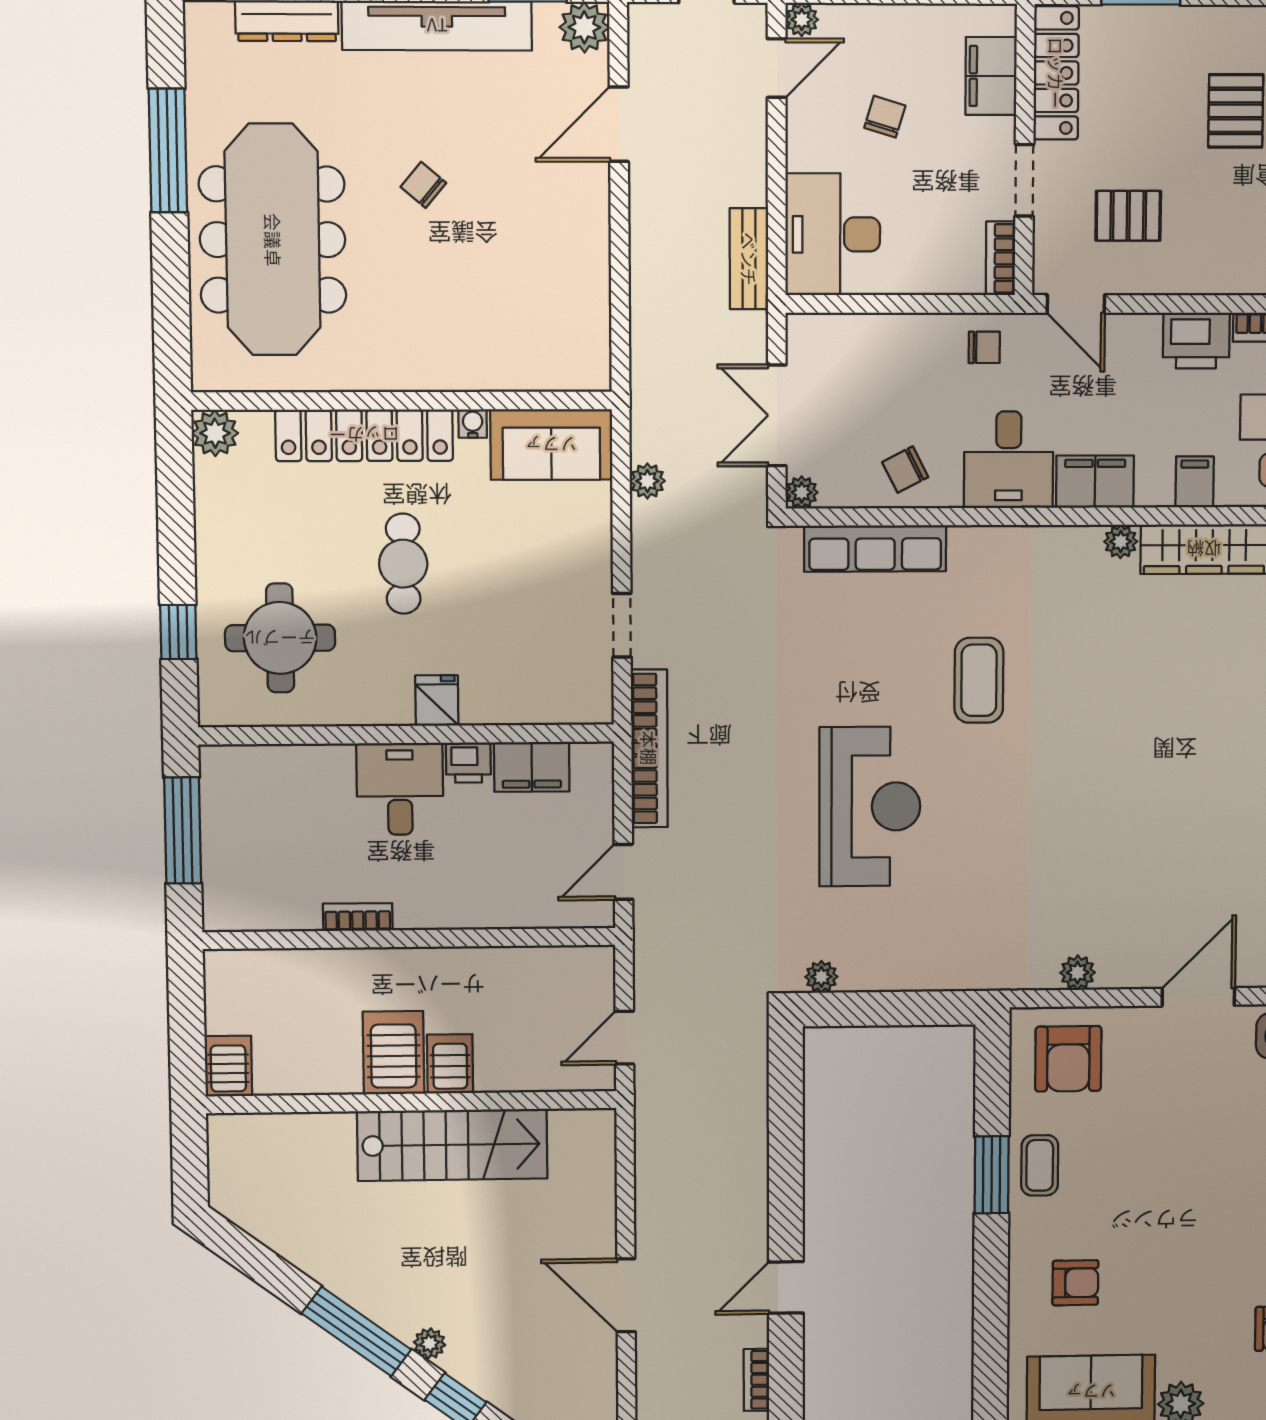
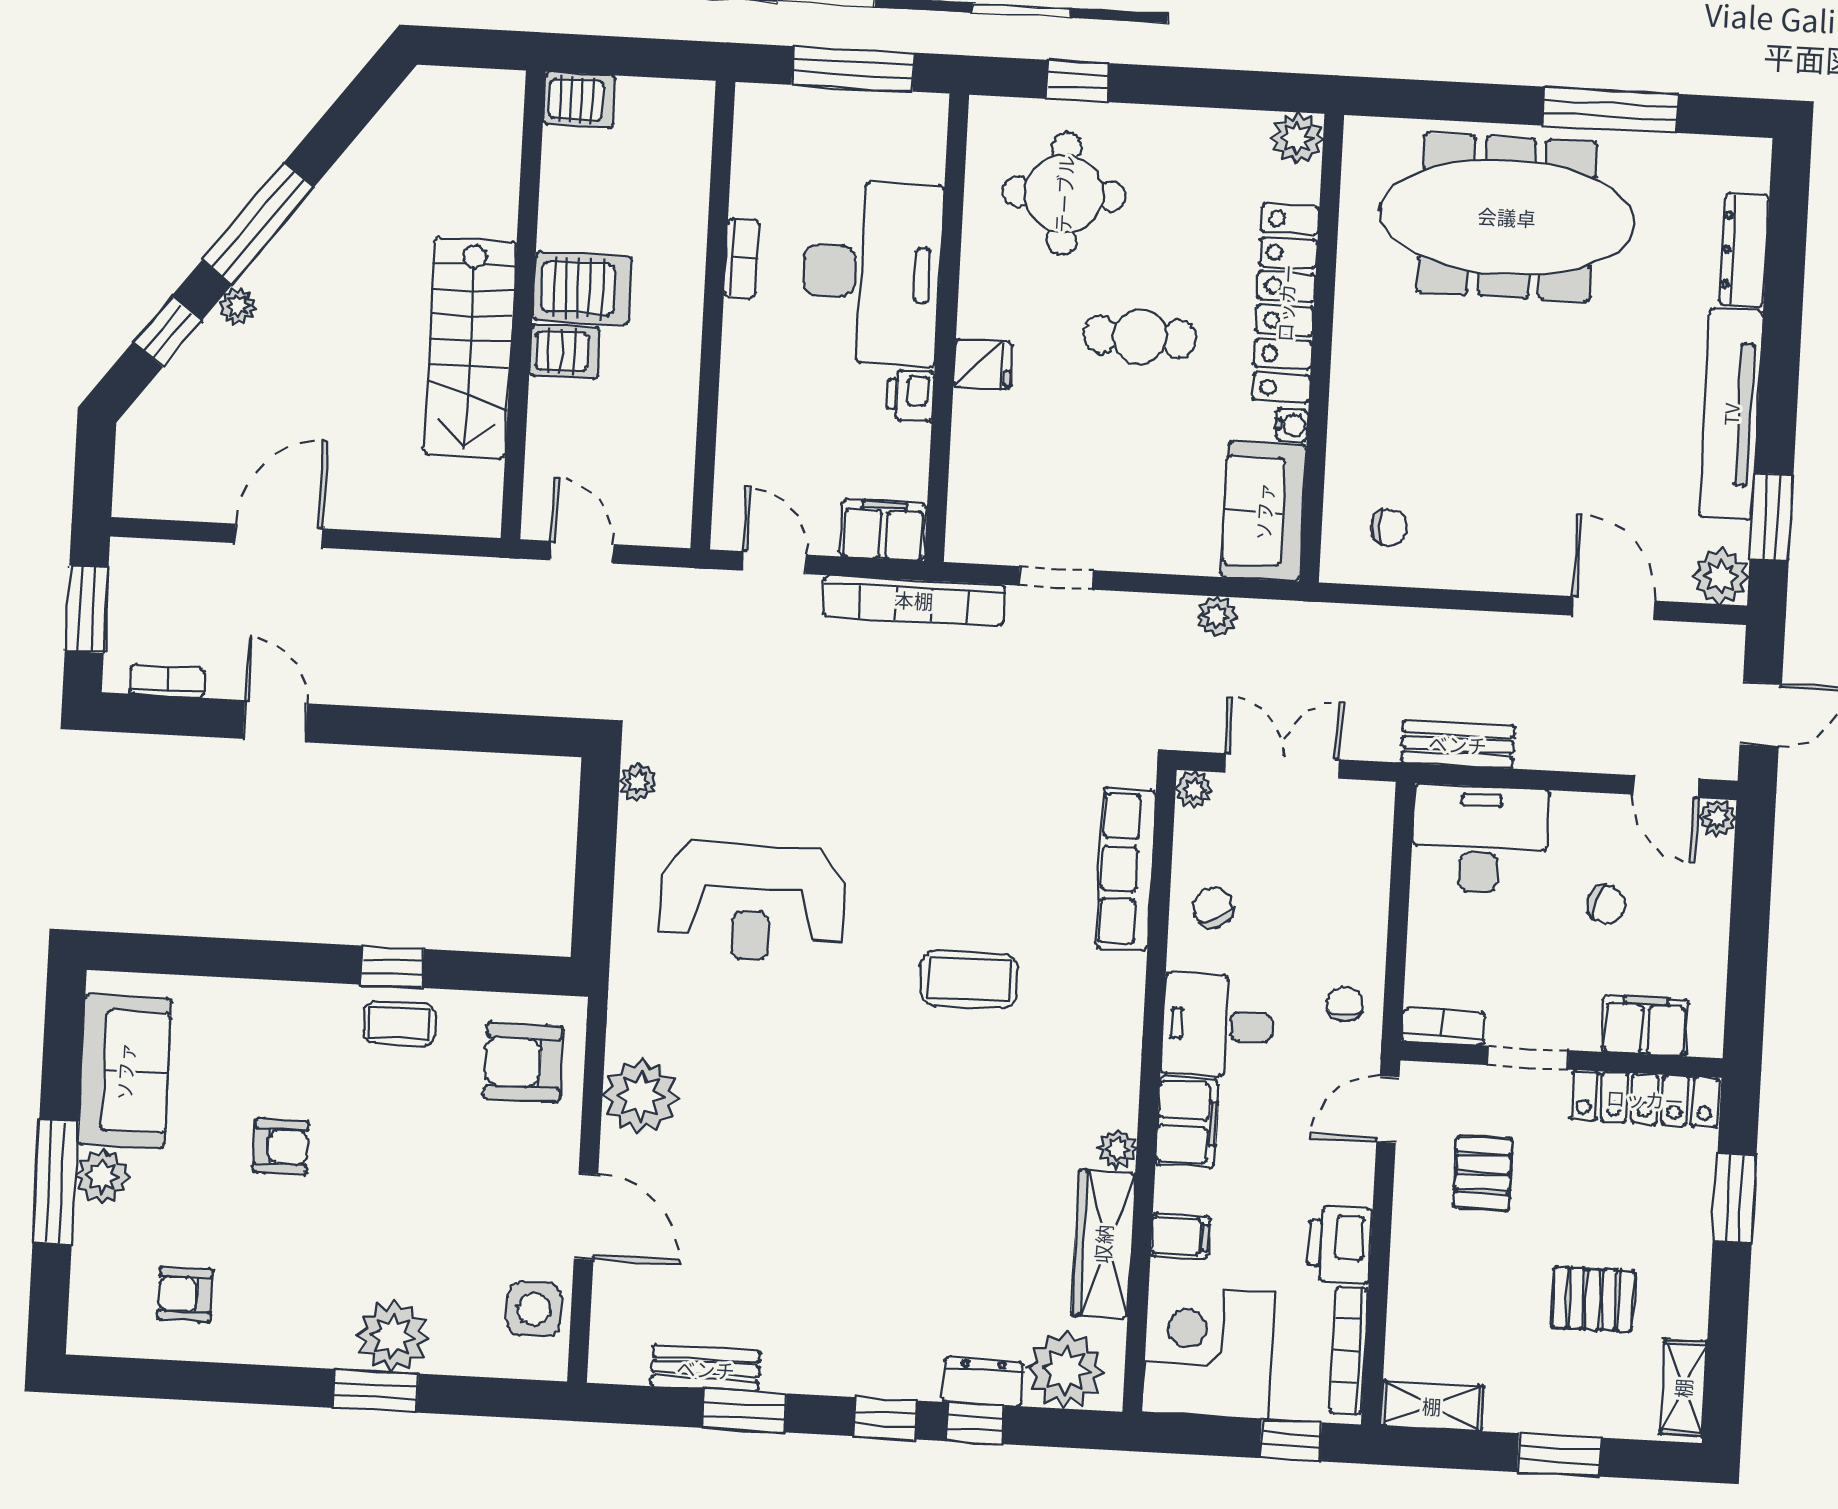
chair: (423, 185) -> (1389, 528), moved, turned 50
chair: (984, 347) -> (1345, 1004), turned 180
filing cabinet: (532, 767) -> (883, 530), moved, turned 90
desk: (400, 789) -> (872, 273), width x1.87, depth x1.30
reception desk: (870, 807) -> (752, 902), moved
plant: (1078, 973) -> (640, 1096), width x1.88, depth x1.88
window: (992, 1175) -> (392, 967), width x0.67
armchair: (1075, 1283) -> (281, 1147), moved, turned -90

